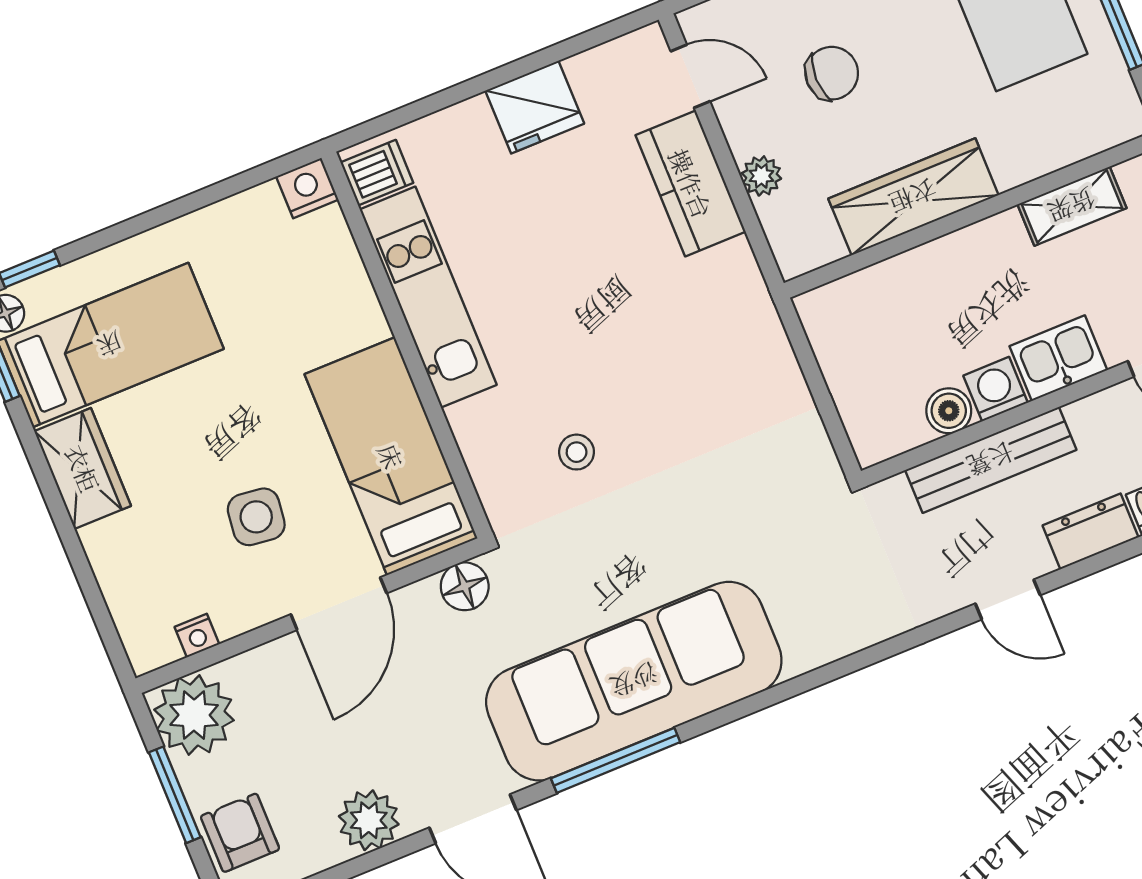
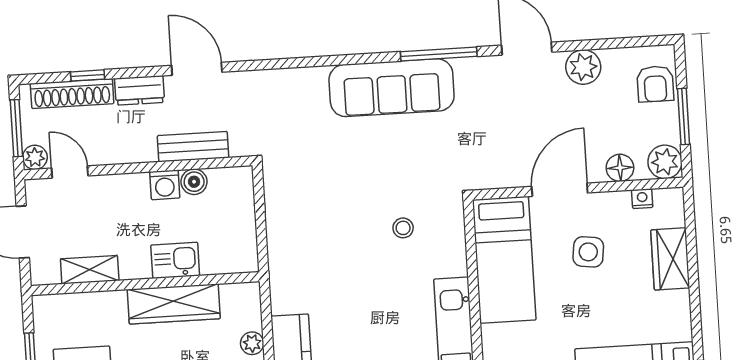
kitchen sink: (1058, 358) -> (175, 260), moved, turned 180
bench: (991, 460) -> (193, 147), width x0.73
wardrobe: (83, 468) -> (670, 259), moved
floor lamp: (465, 586) -> (620, 168), moved
door: (1008, 599) -> (197, 69), width x1.38
sofa: (634, 681) -> (392, 88), width x0.74, depth x0.79
plant: (194, 715) -> (665, 162), width x0.73, depth x0.73

